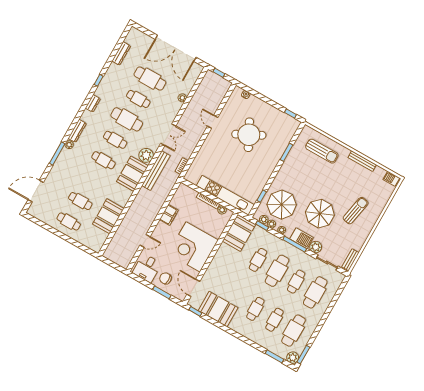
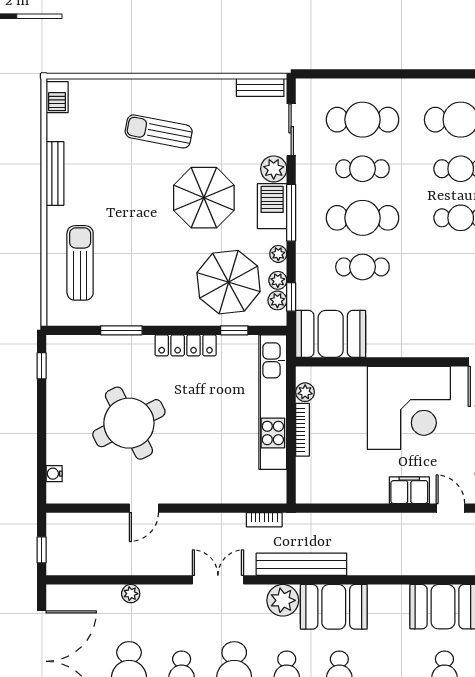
locker: (267, 174) -> (186, 345), added
filing cabinet: (169, 215) -> (409, 490), moved

